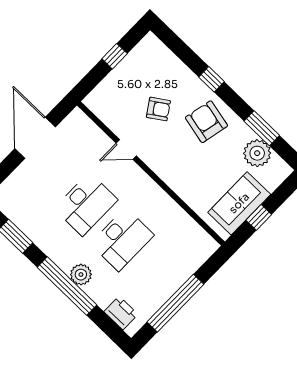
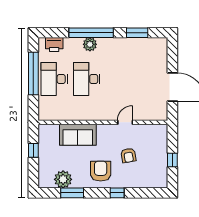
armchair: (158, 109) -> (128, 155), turned -66
armchair: (206, 122) -> (101, 171), turned -102
sofa: (239, 203) -> (78, 135), moved, turned 90
desk: (86, 204) -> (54, 79), moved

